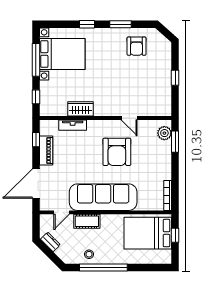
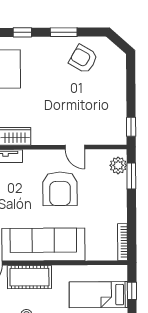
armchair: (136, 46) -> (83, 59), turned 120
window: (175, 78) -> (131, 127), moved
cot: (87, 221) -> (29, 277), width x1.37, depth x1.34
bed: (148, 233) -> (98, 295), width x0.67

